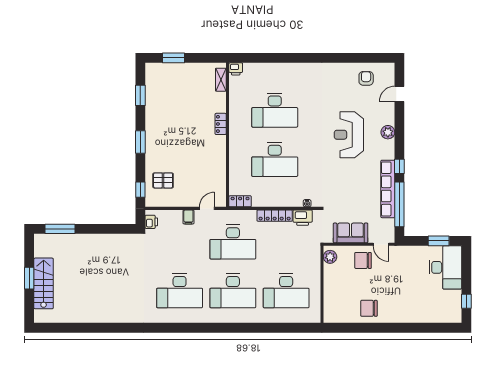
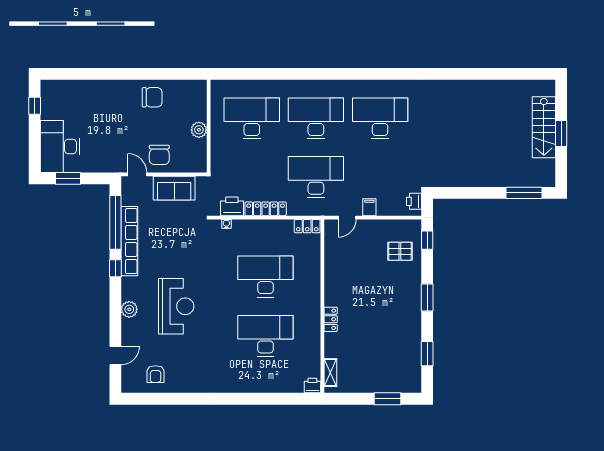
plant: (330, 257) -> (199, 130), moved
chair: (363, 260) -> (159, 155), turned 90

